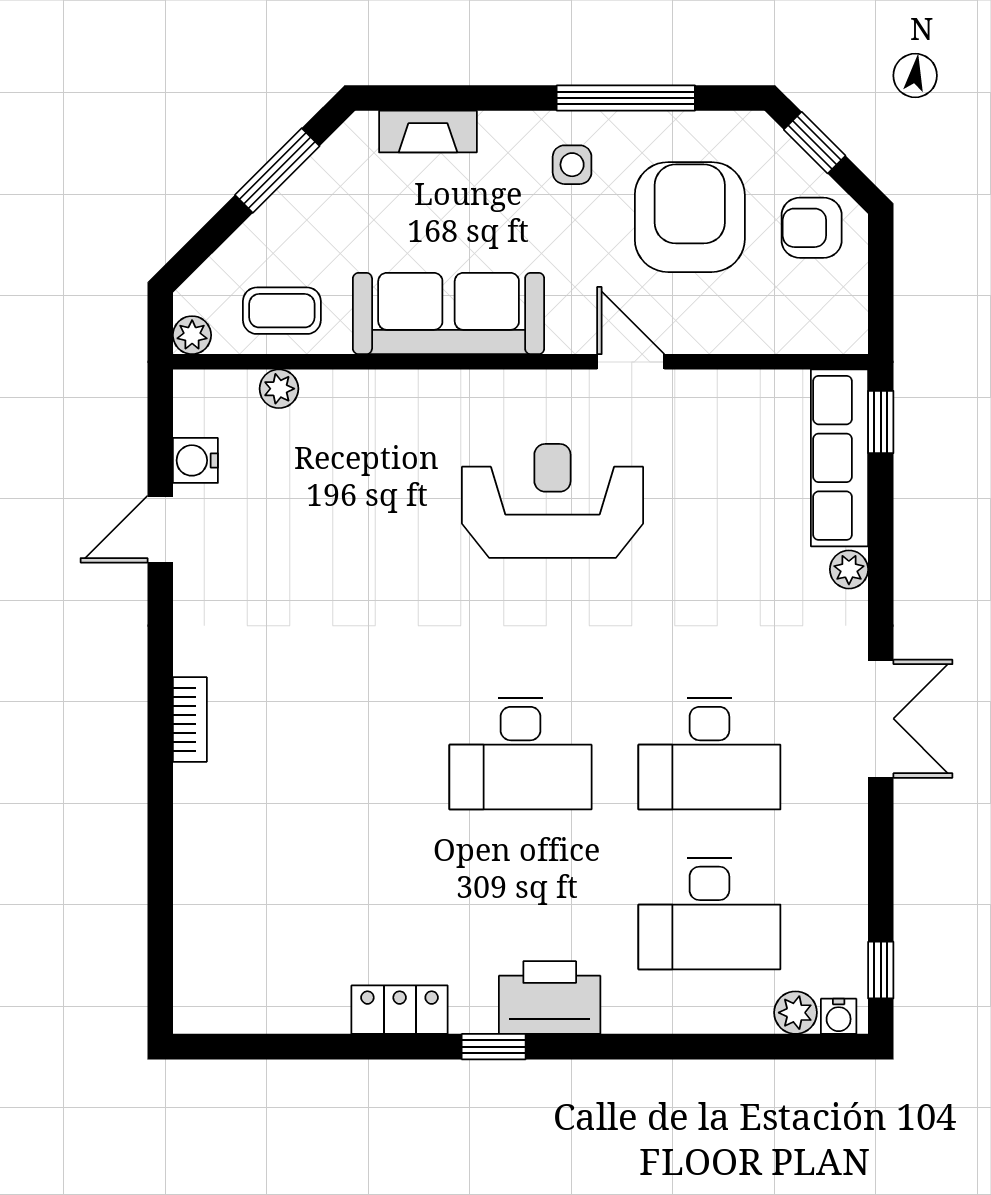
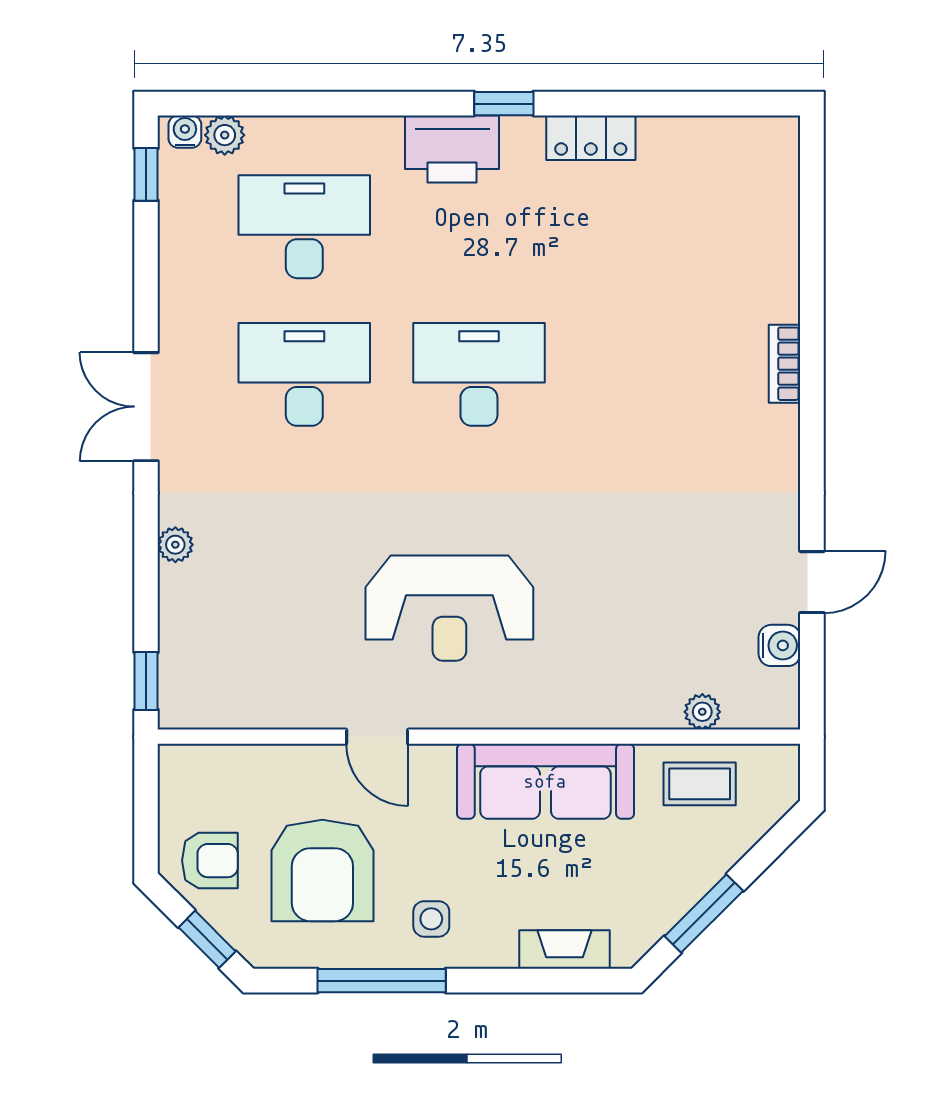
plant: (192, 335) -> (783, 761), removed
row of seats: (839, 458) -> (184, 648), removed
bookcase: (190, 719) -> (785, 364), moved

